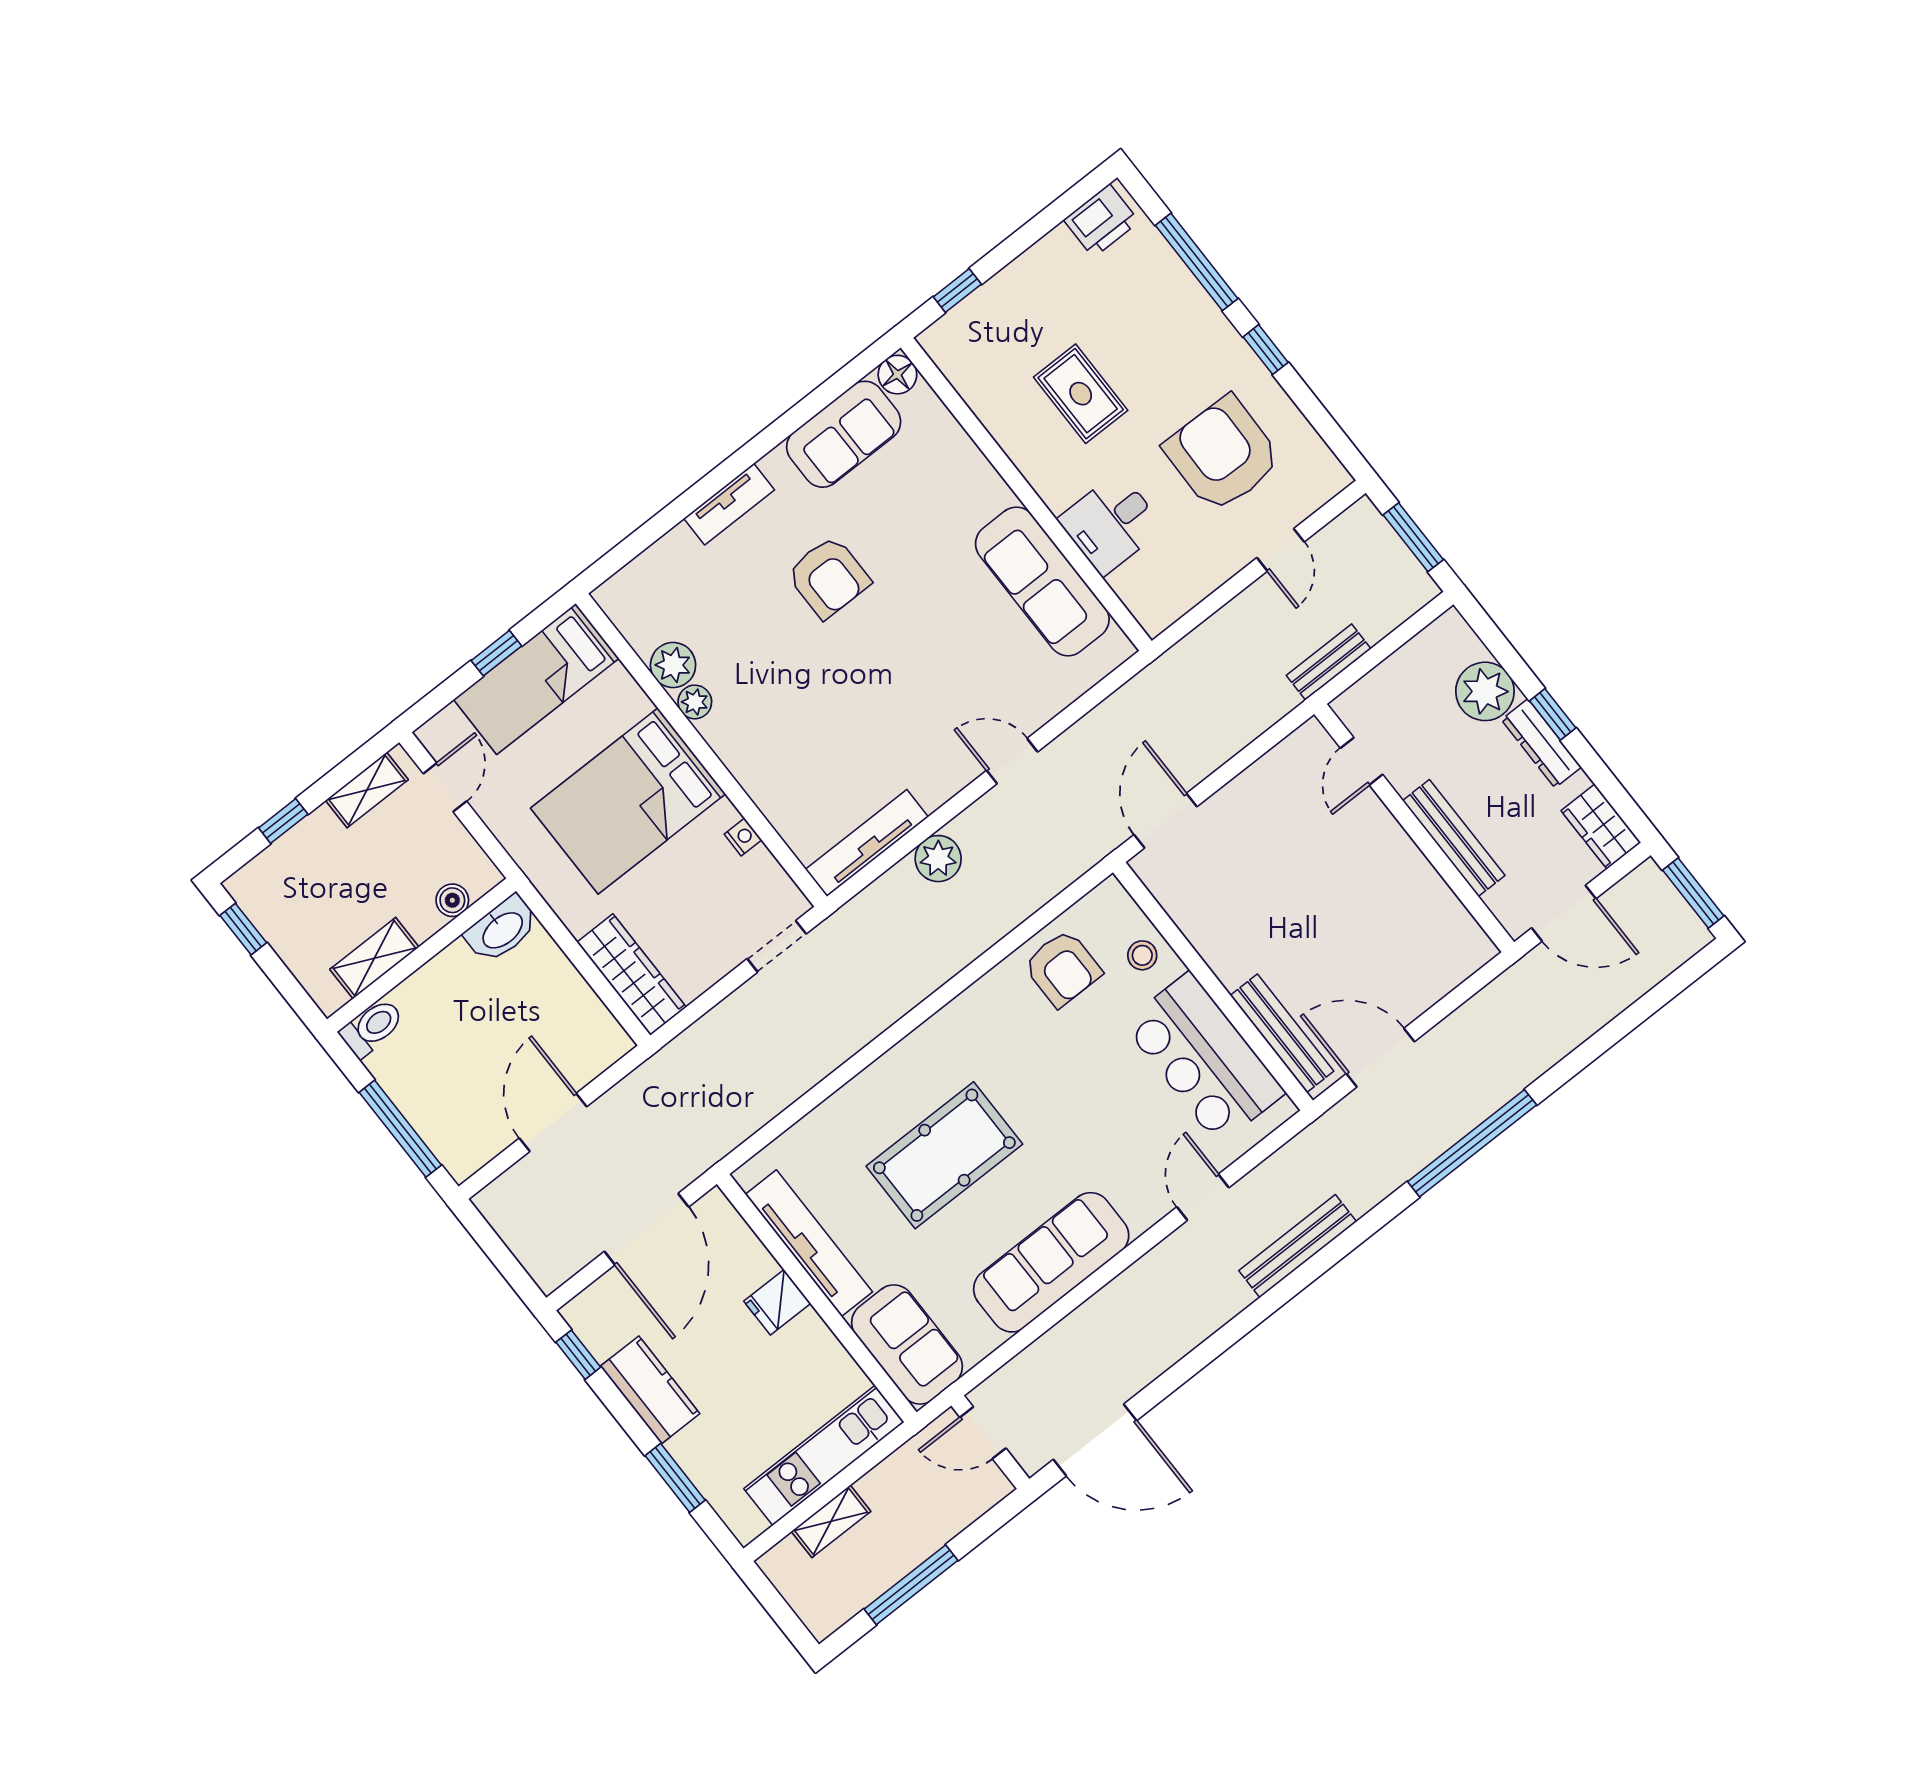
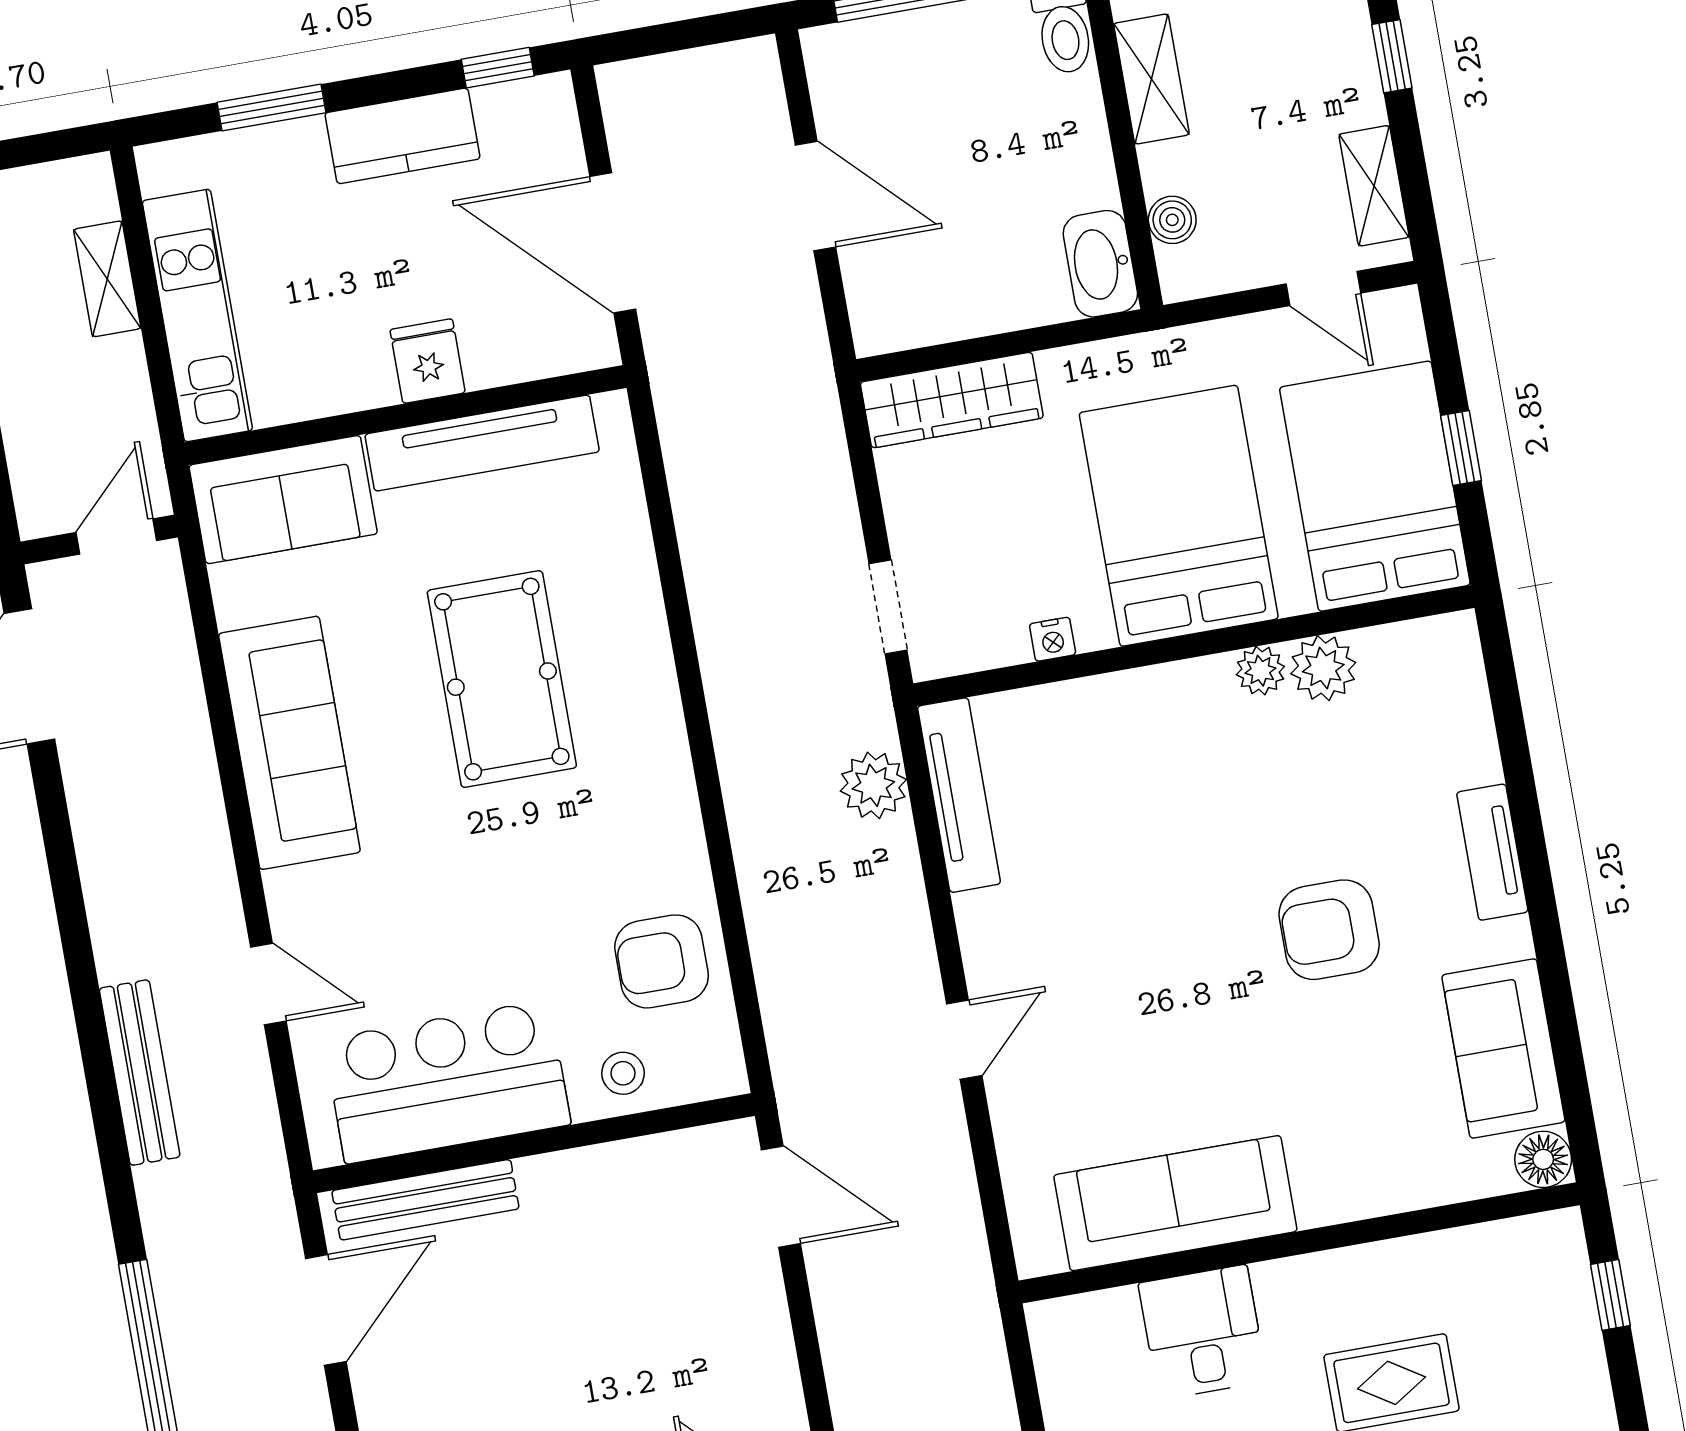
bed: (536, 679) -> (1375, 486), width x1.50
plant: (938, 859) -> (873, 785), moved

